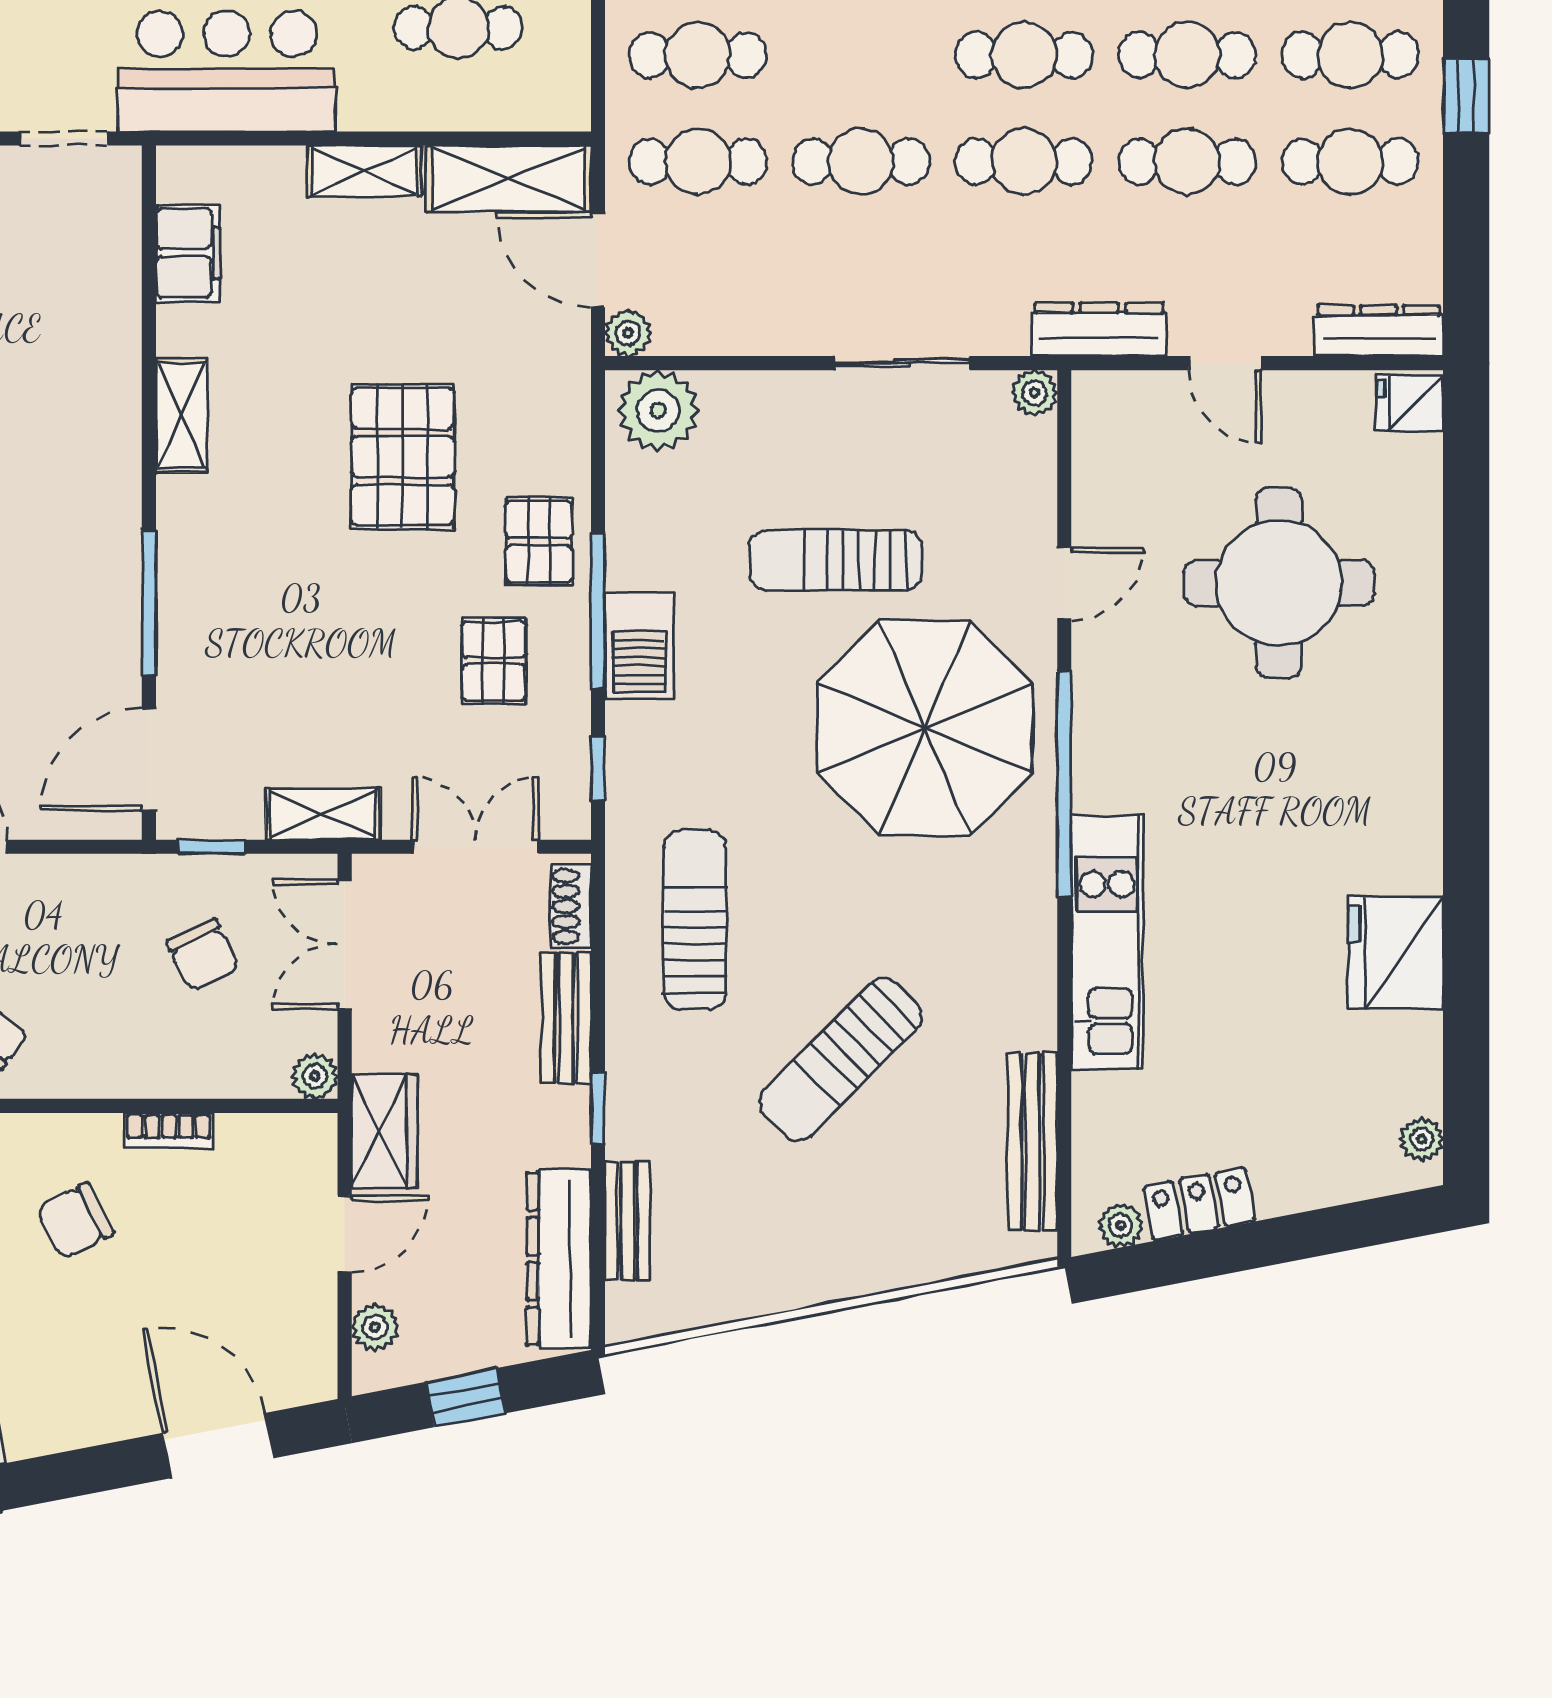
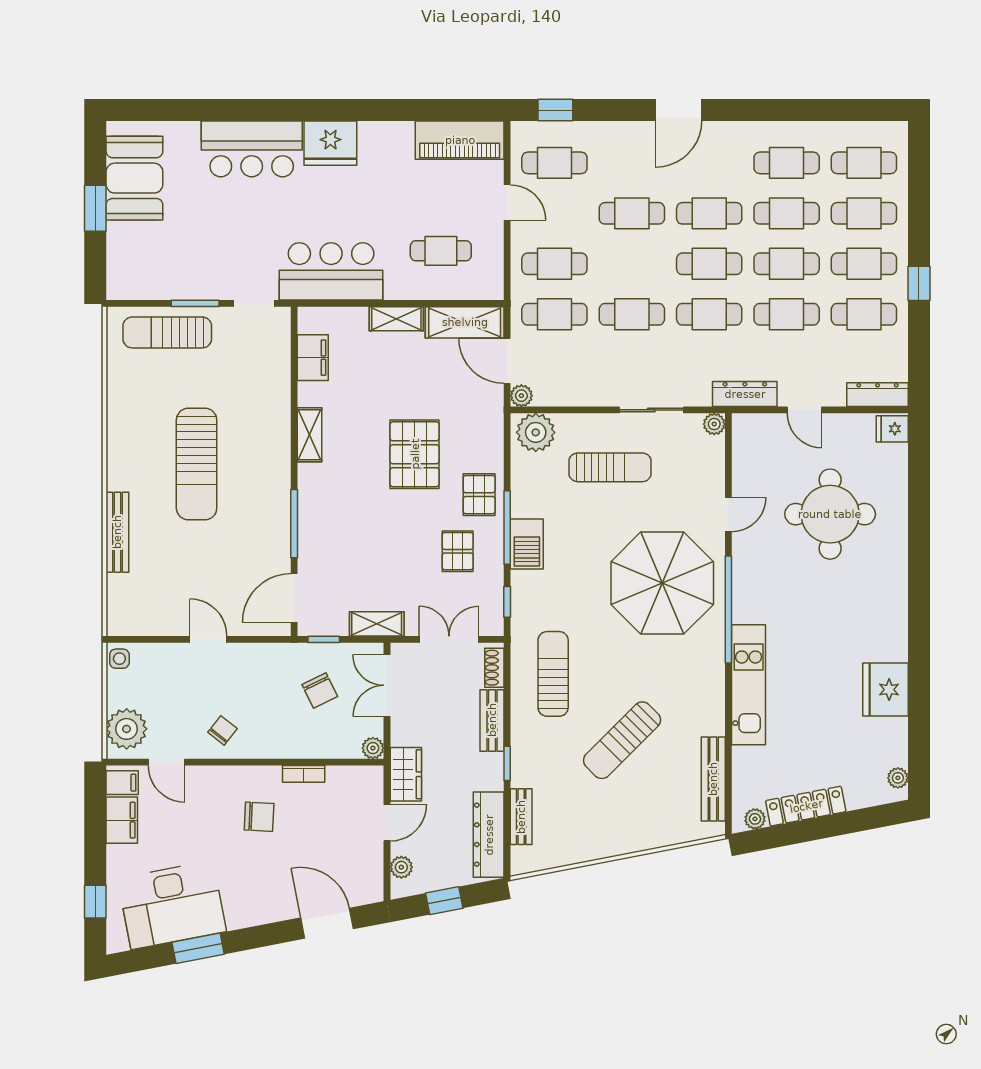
sun lounger: (835, 560) -> (610, 467), moved, turned 180
locker: (1199, 1204) -> (806, 806), width x1.53
chair: (75, 1221) -> (259, 817), turned -150

